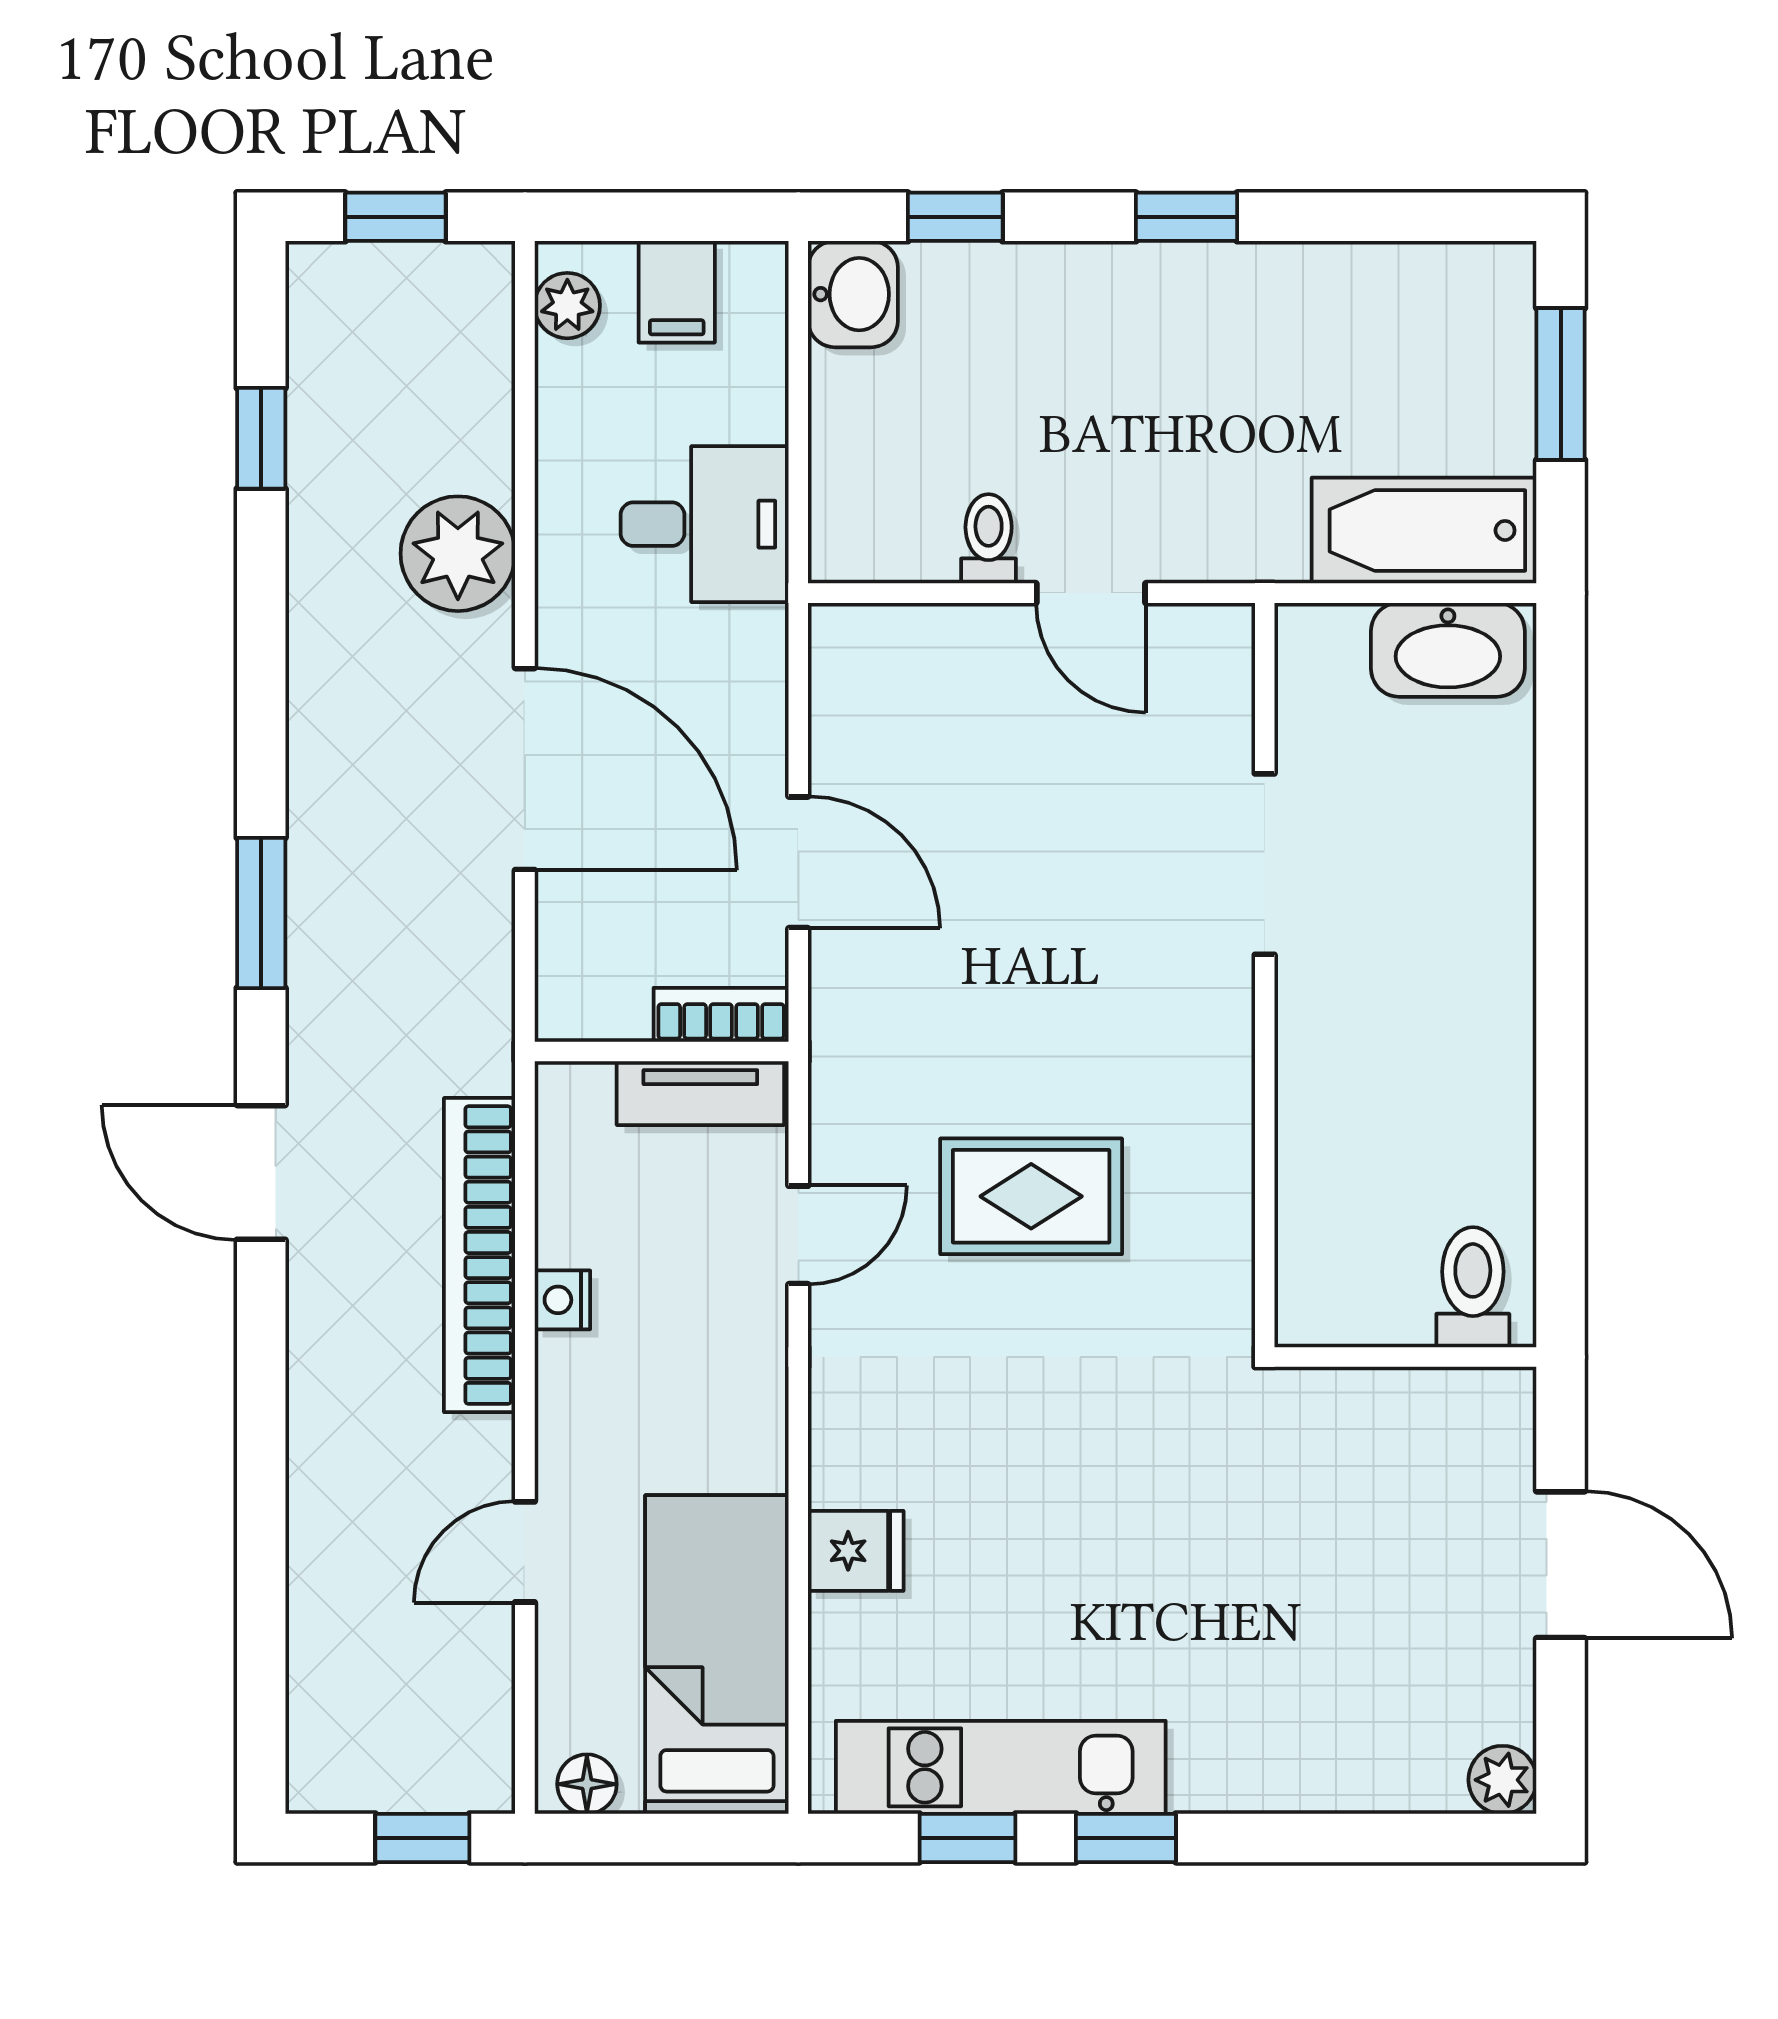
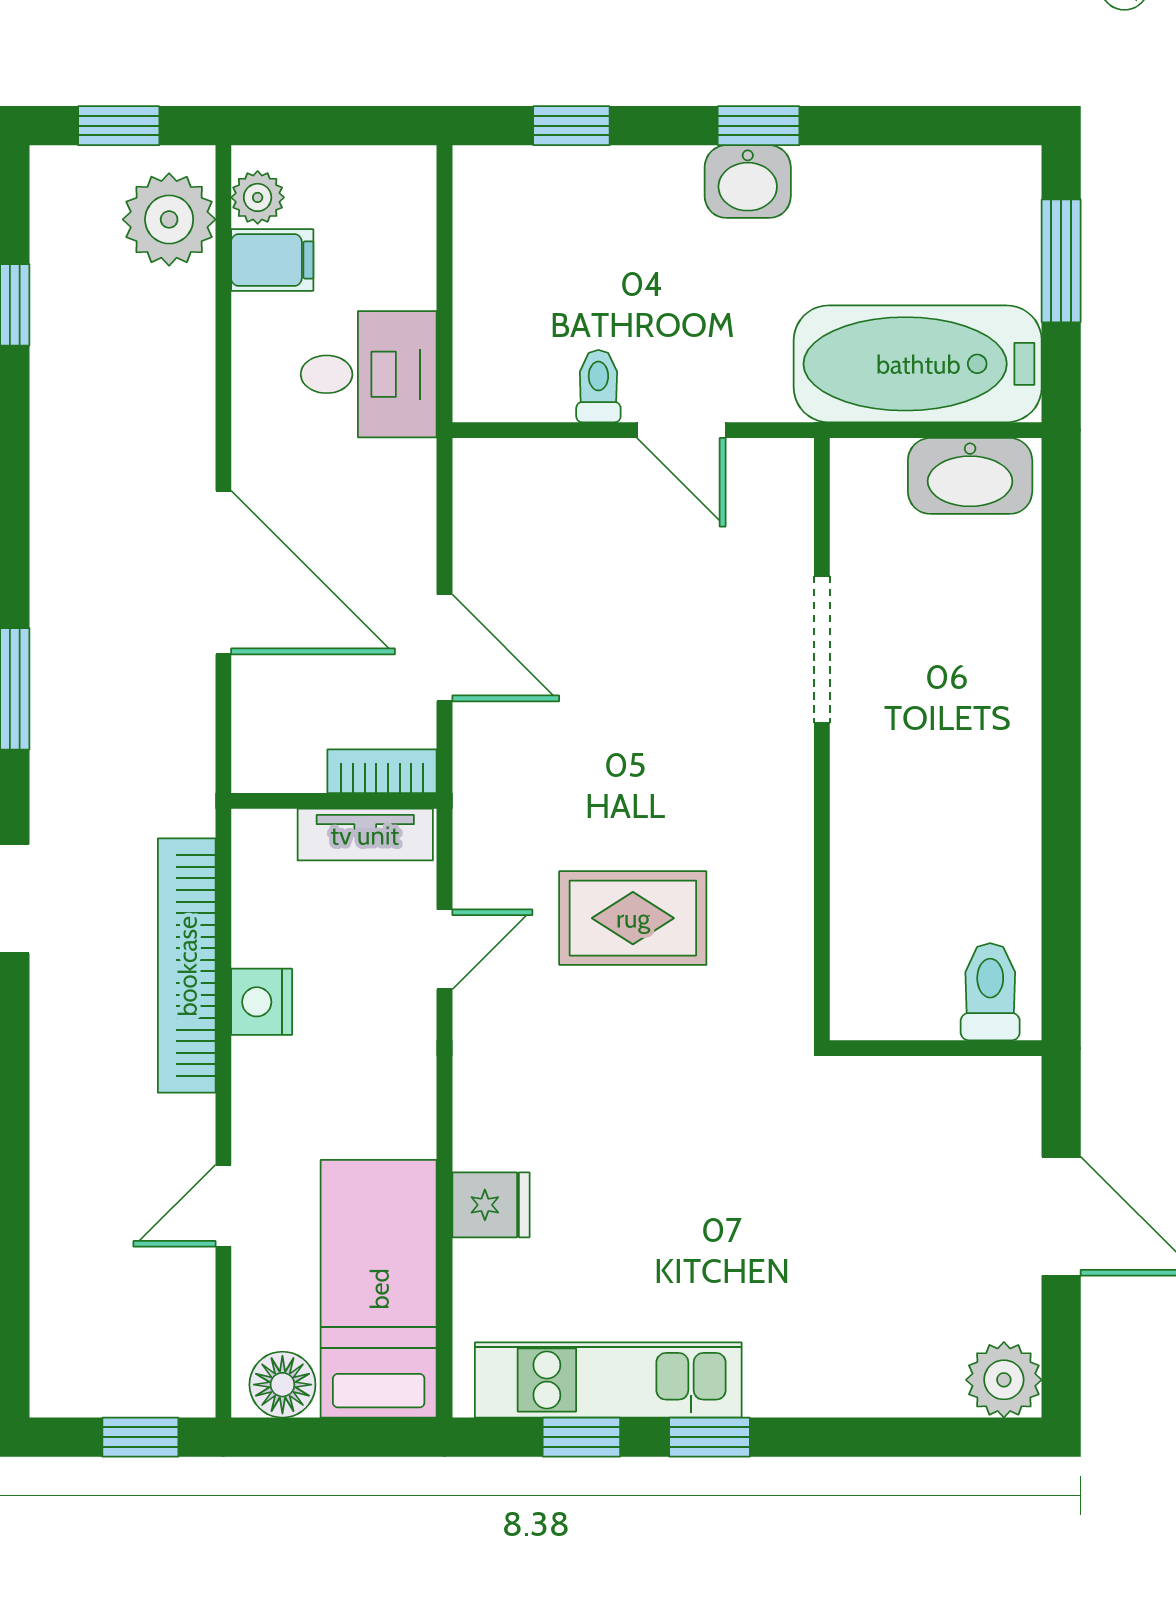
filing cabinet: (677, 292) -> (272, 260), moved, turned -90
washbasin: (853, 294) -> (748, 182), moved, turned 90
bathtub: (1424, 530) -> (918, 364), width x1.36, depth x1.36
plant: (458, 554) -> (169, 219), moved
nightstand: (562, 1300) -> (262, 1002), width x1.39, depth x1.35
plant: (1502, 1780) -> (1004, 1380), width x1.38, depth x1.38
floor lamp: (587, 1784) -> (282, 1385), width x1.37, depth x1.37

